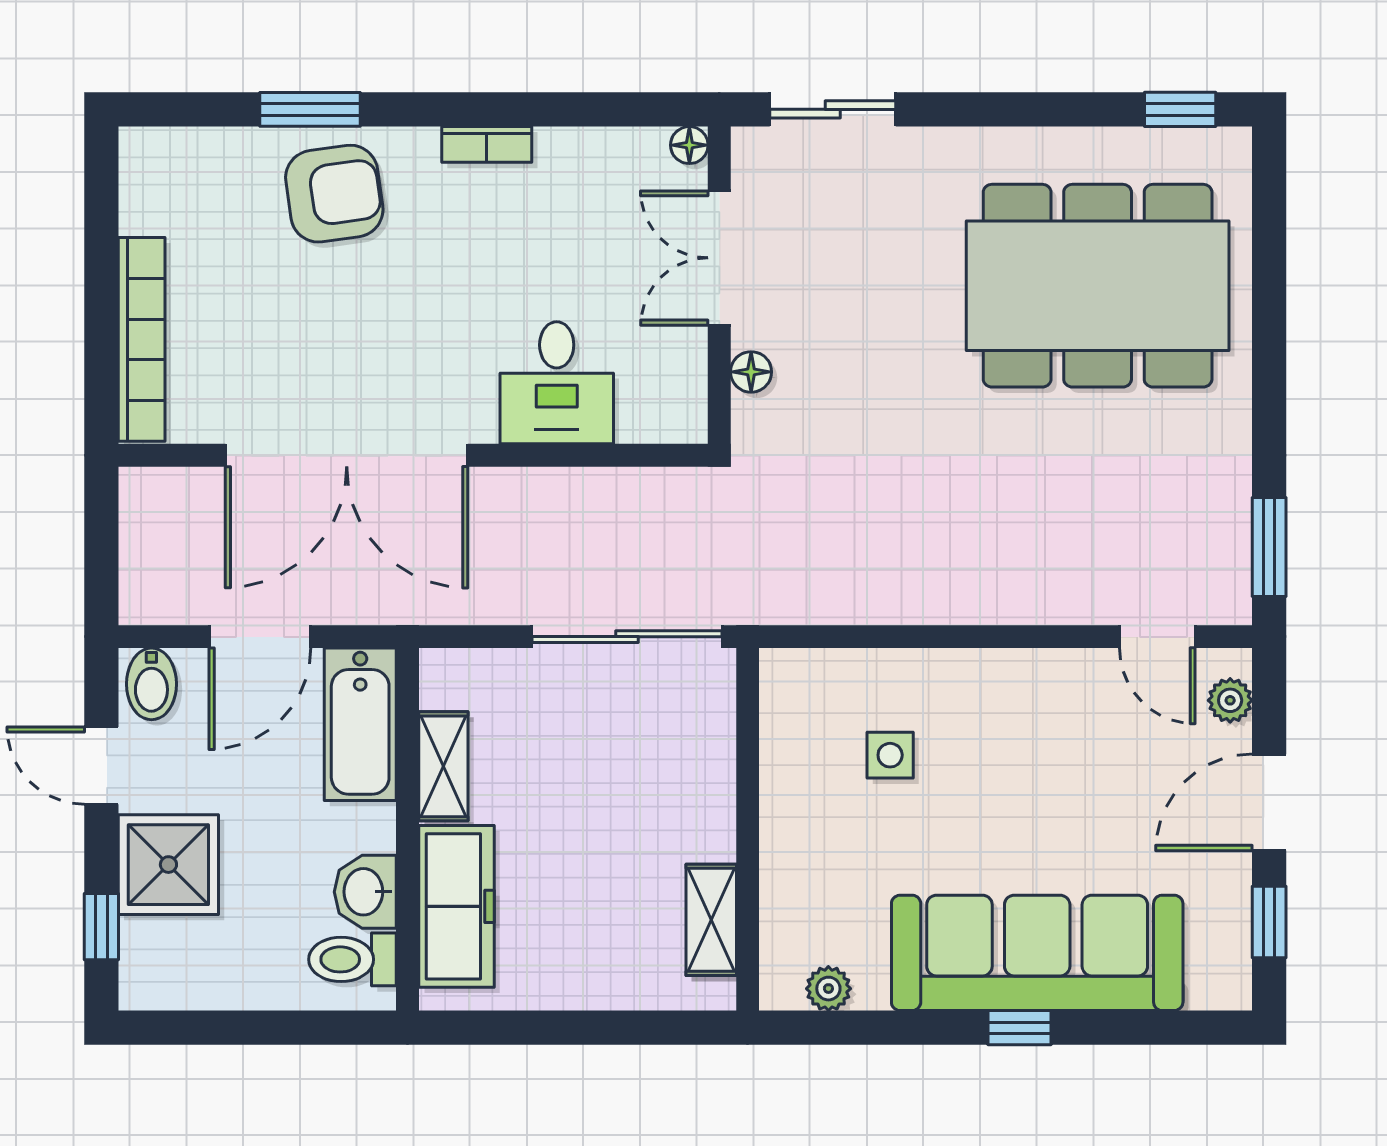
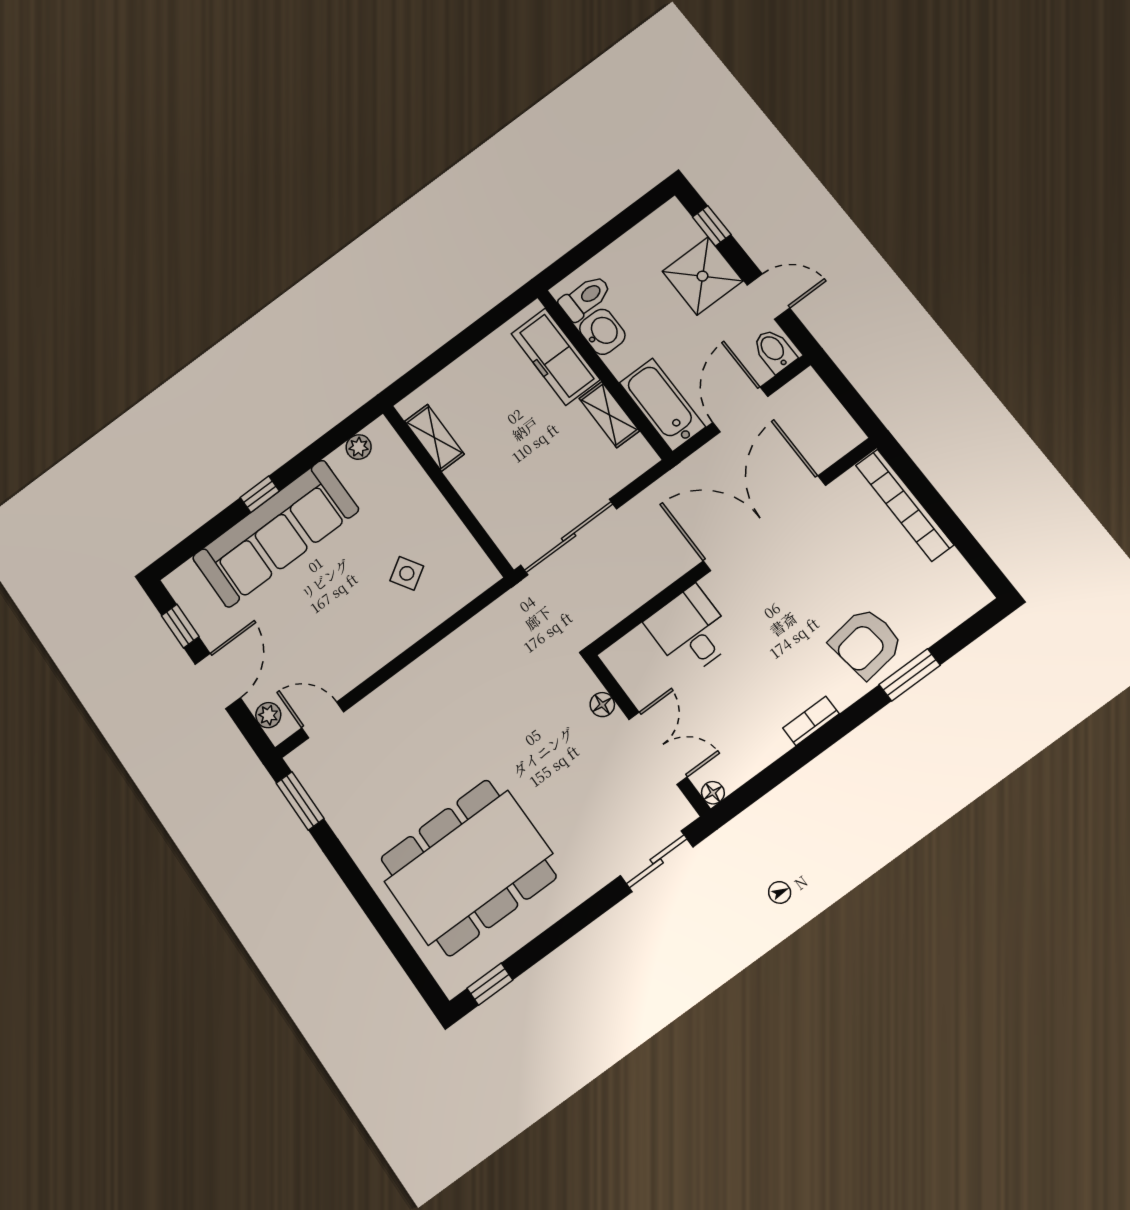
side table: (890, 755) -> (407, 573), turned -32

